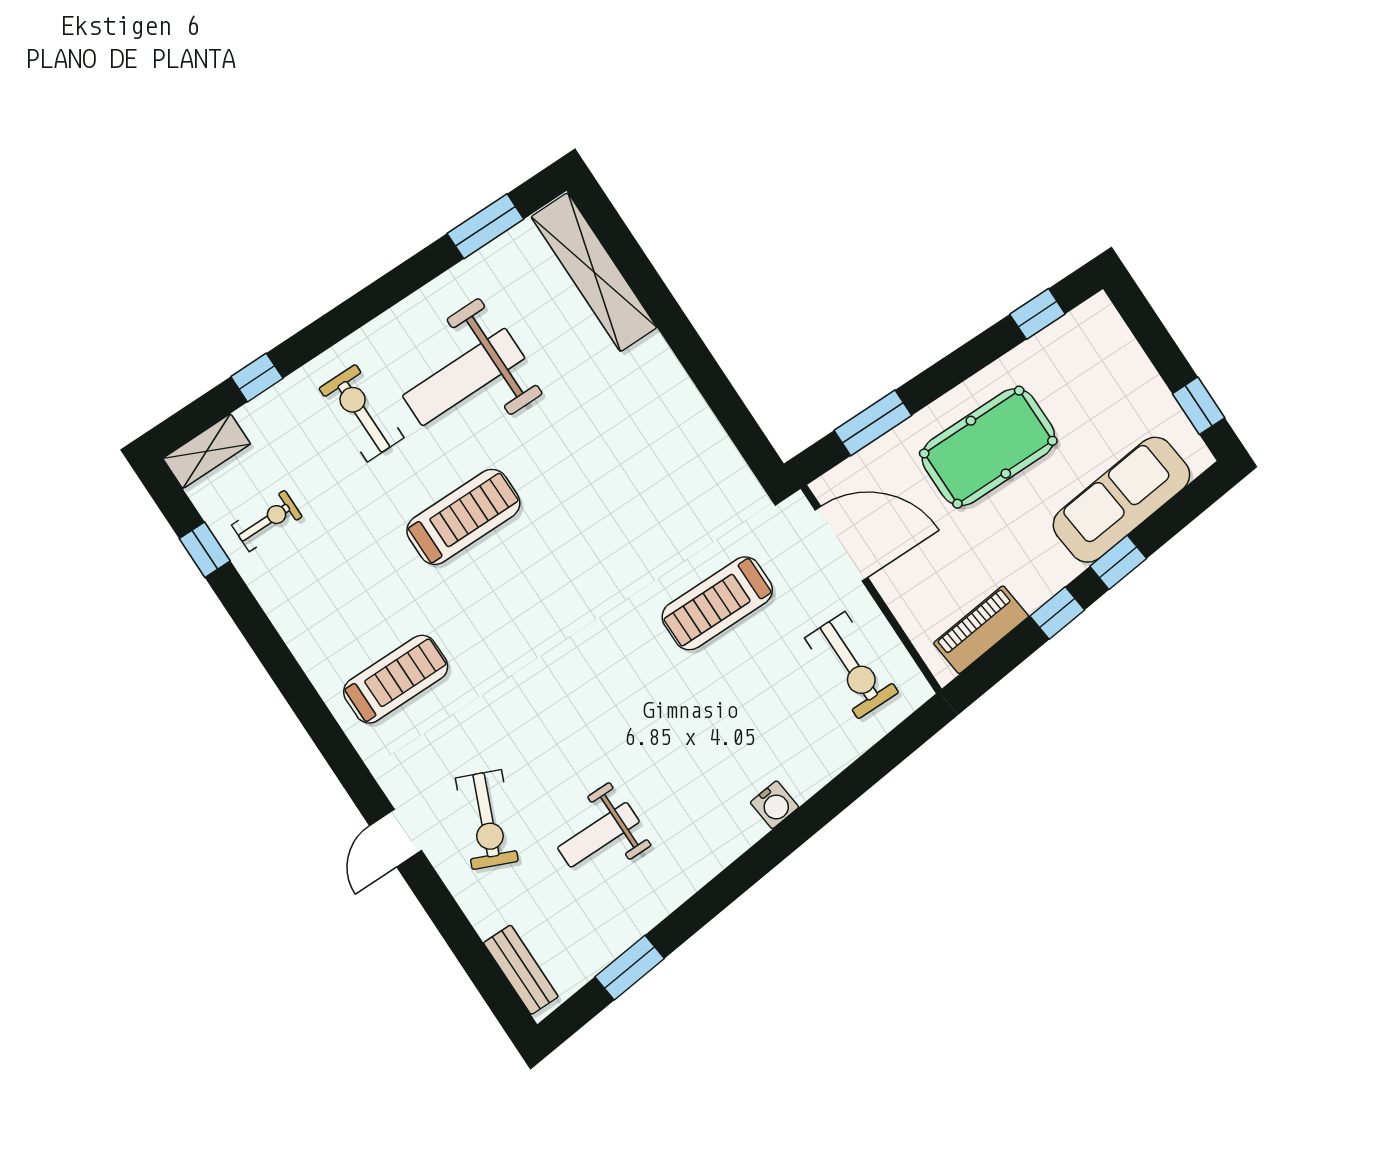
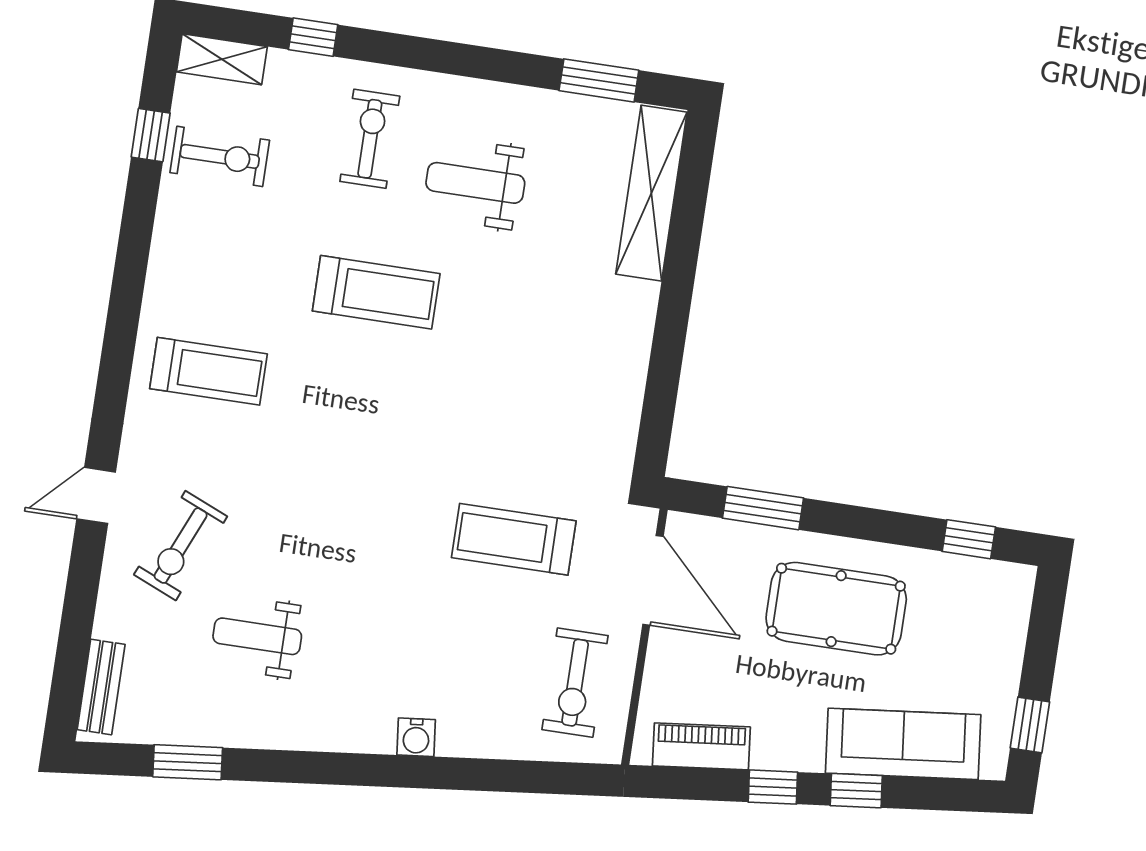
weight bench: (464, 377) -> (475, 183), width x0.73, depth x0.75
exercise bike: (267, 521) -> (220, 156), width x1.38, depth x1.39

